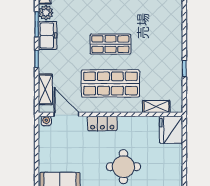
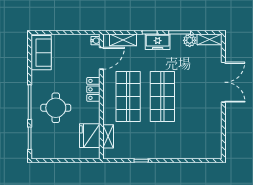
freezer: (48, 35) -> (158, 42), moved
shop shelf: (110, 44) -> (162, 96), width x1.43, depth x1.36
fridge: (171, 130) -> (90, 136), moved, turned -90

